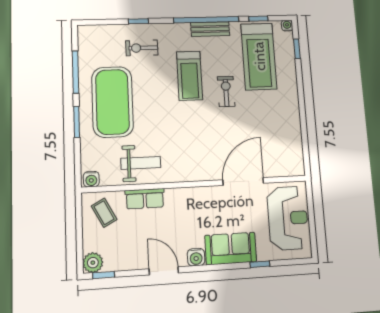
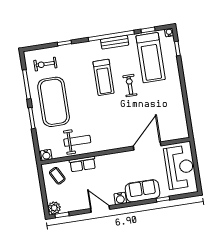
exercise bike: (142, 48) -> (45, 64), moved

